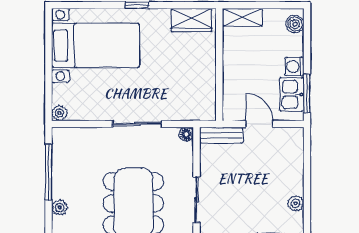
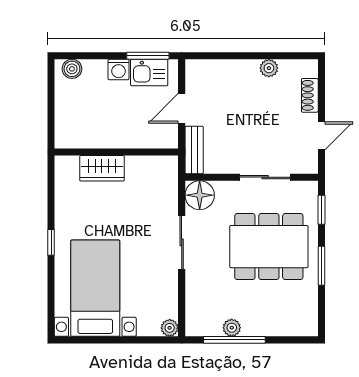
shelving: (242, 17) -> (64, 127), removed
wardrobe: (191, 20) -> (102, 168), moved, turned 90
floor lamp: (186, 134) -> (200, 195), width x1.89, depth x1.89
plant: (60, 207) -> (232, 328), moved

